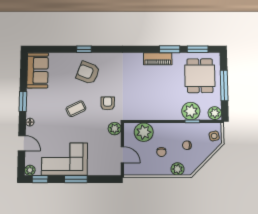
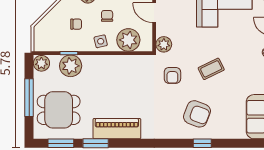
piano: (158, 59) -> (117, 129), width x1.37, depth x1.33
dining table: (200, 76) -> (59, 110), turned 90
side table: (214, 136) -> (101, 41), moved

